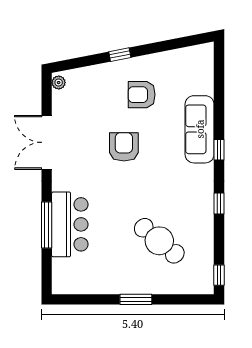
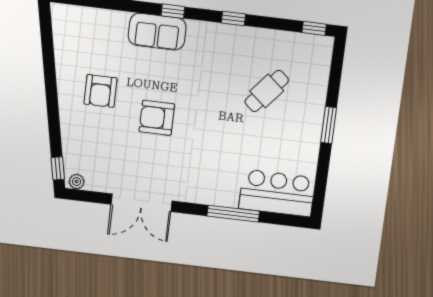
window: (120, 55) -> (58, 168), moved
sofa: (200, 129) -> (157, 32), width x0.73
bar counter: (70, 224) -> (277, 193), moved
cafe table: (159, 241) -> (267, 91), width x0.73, depth x0.74

